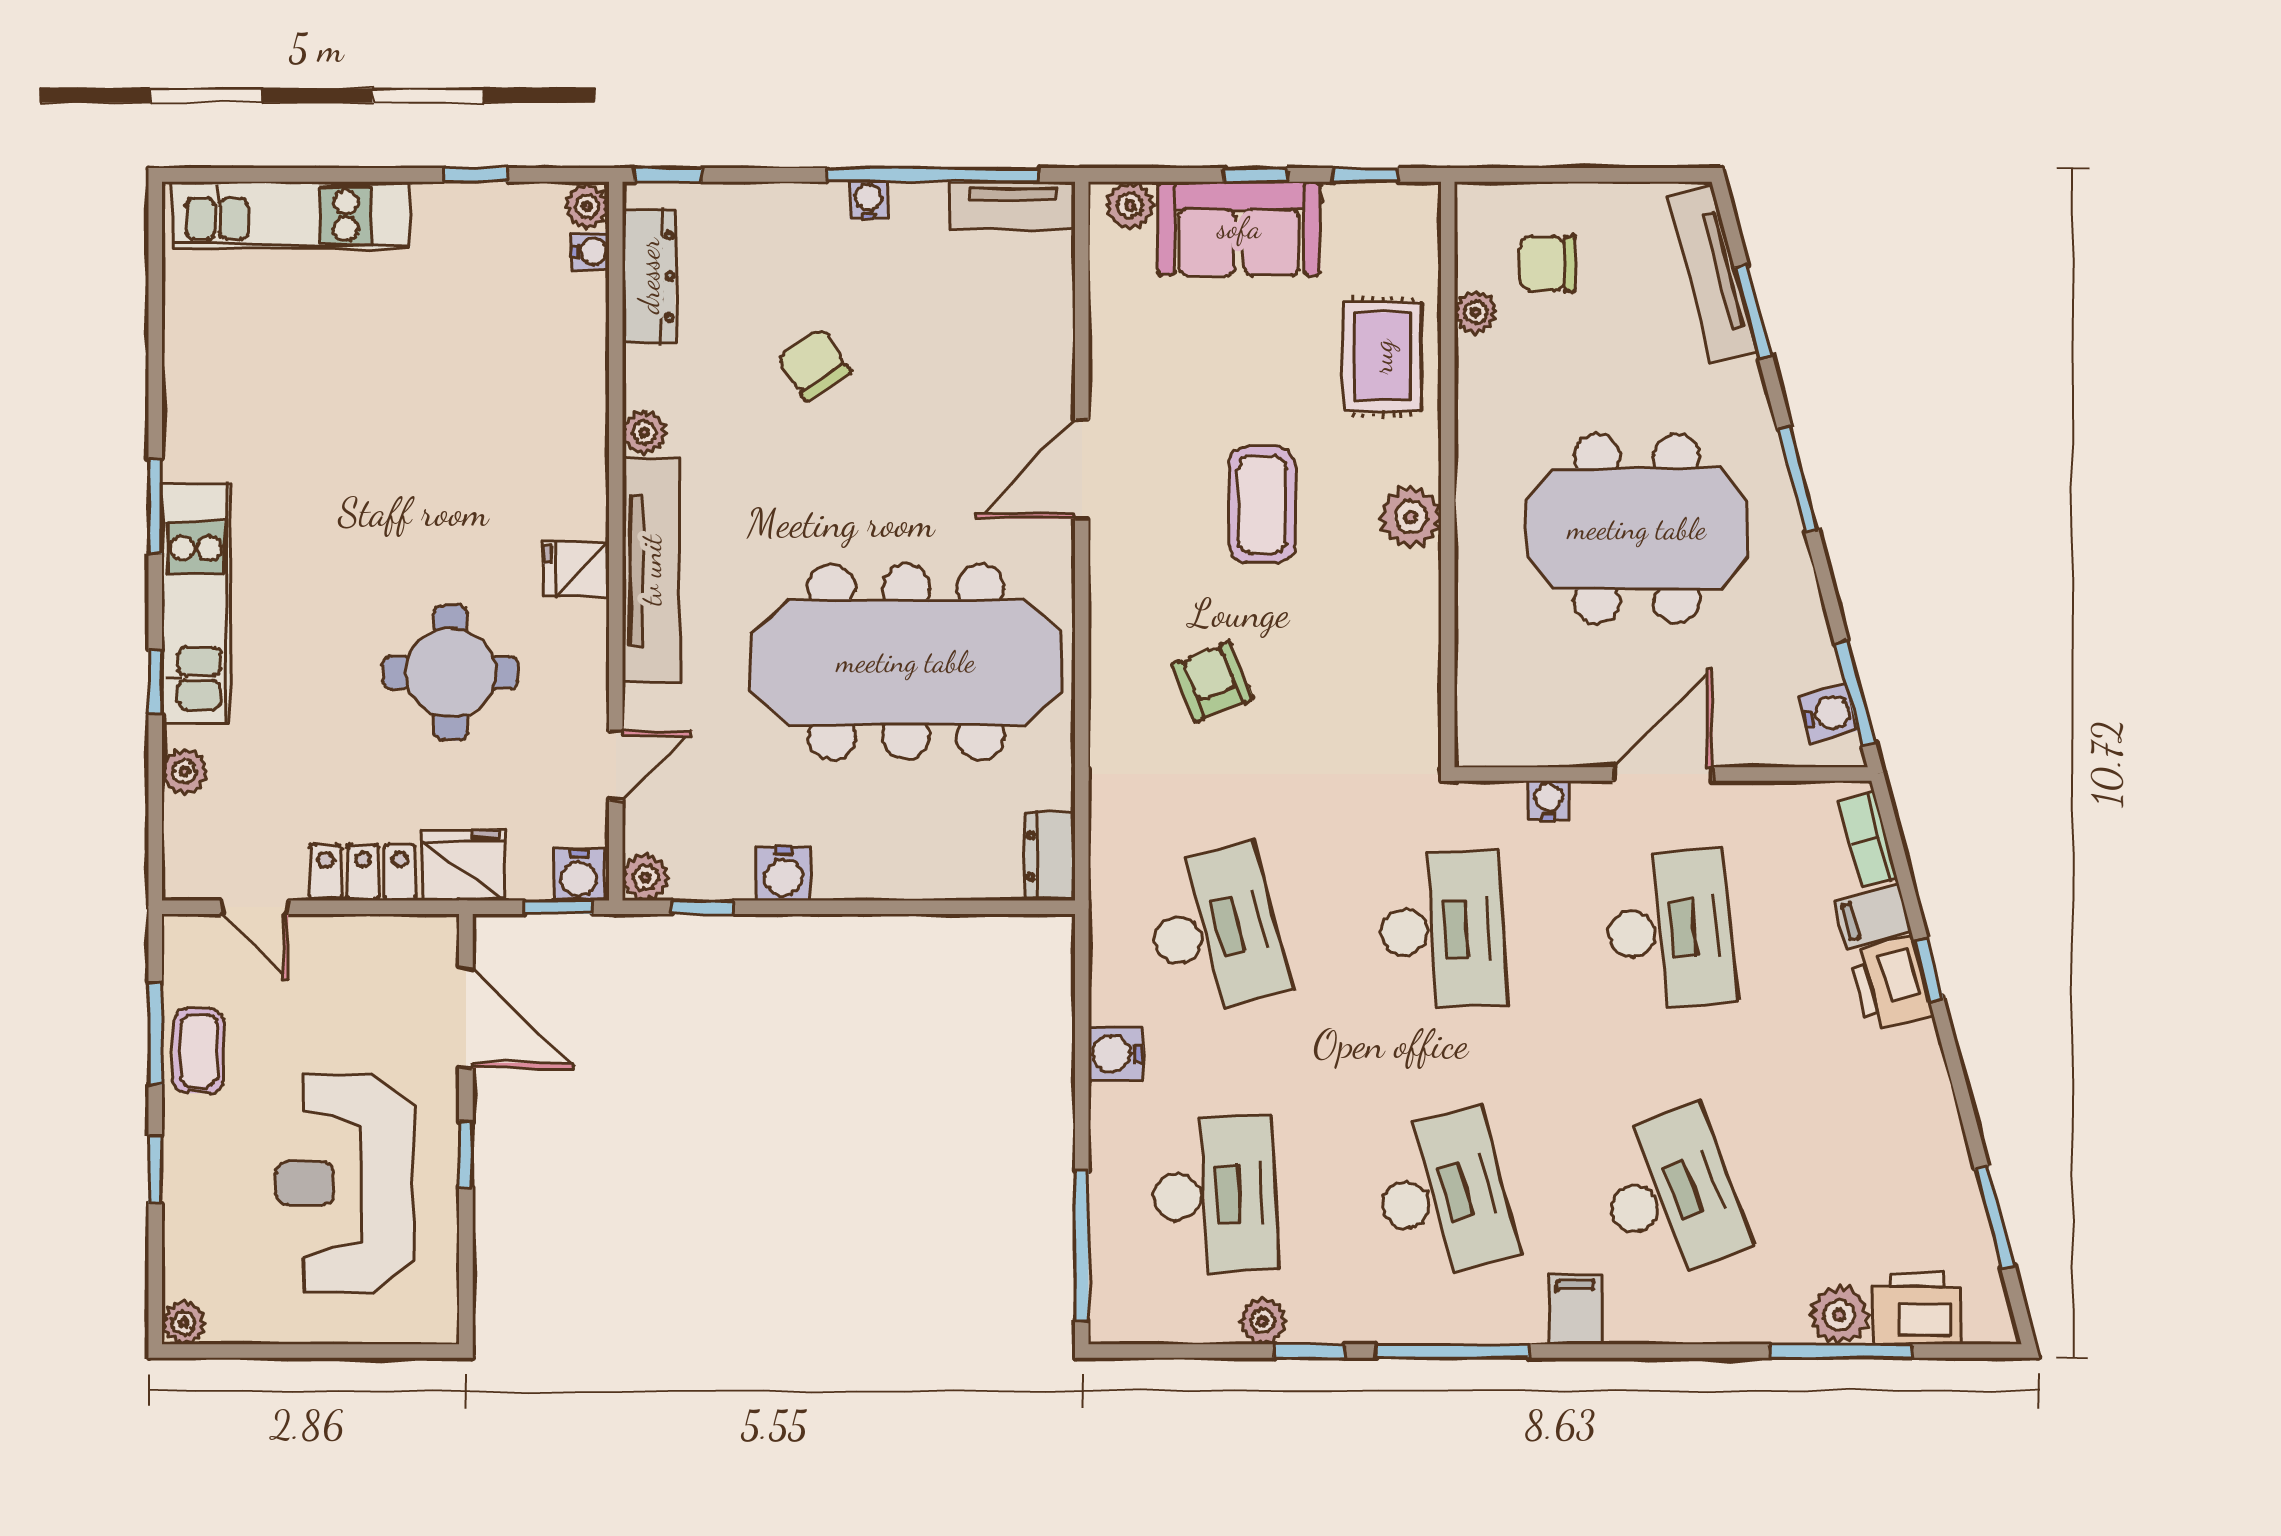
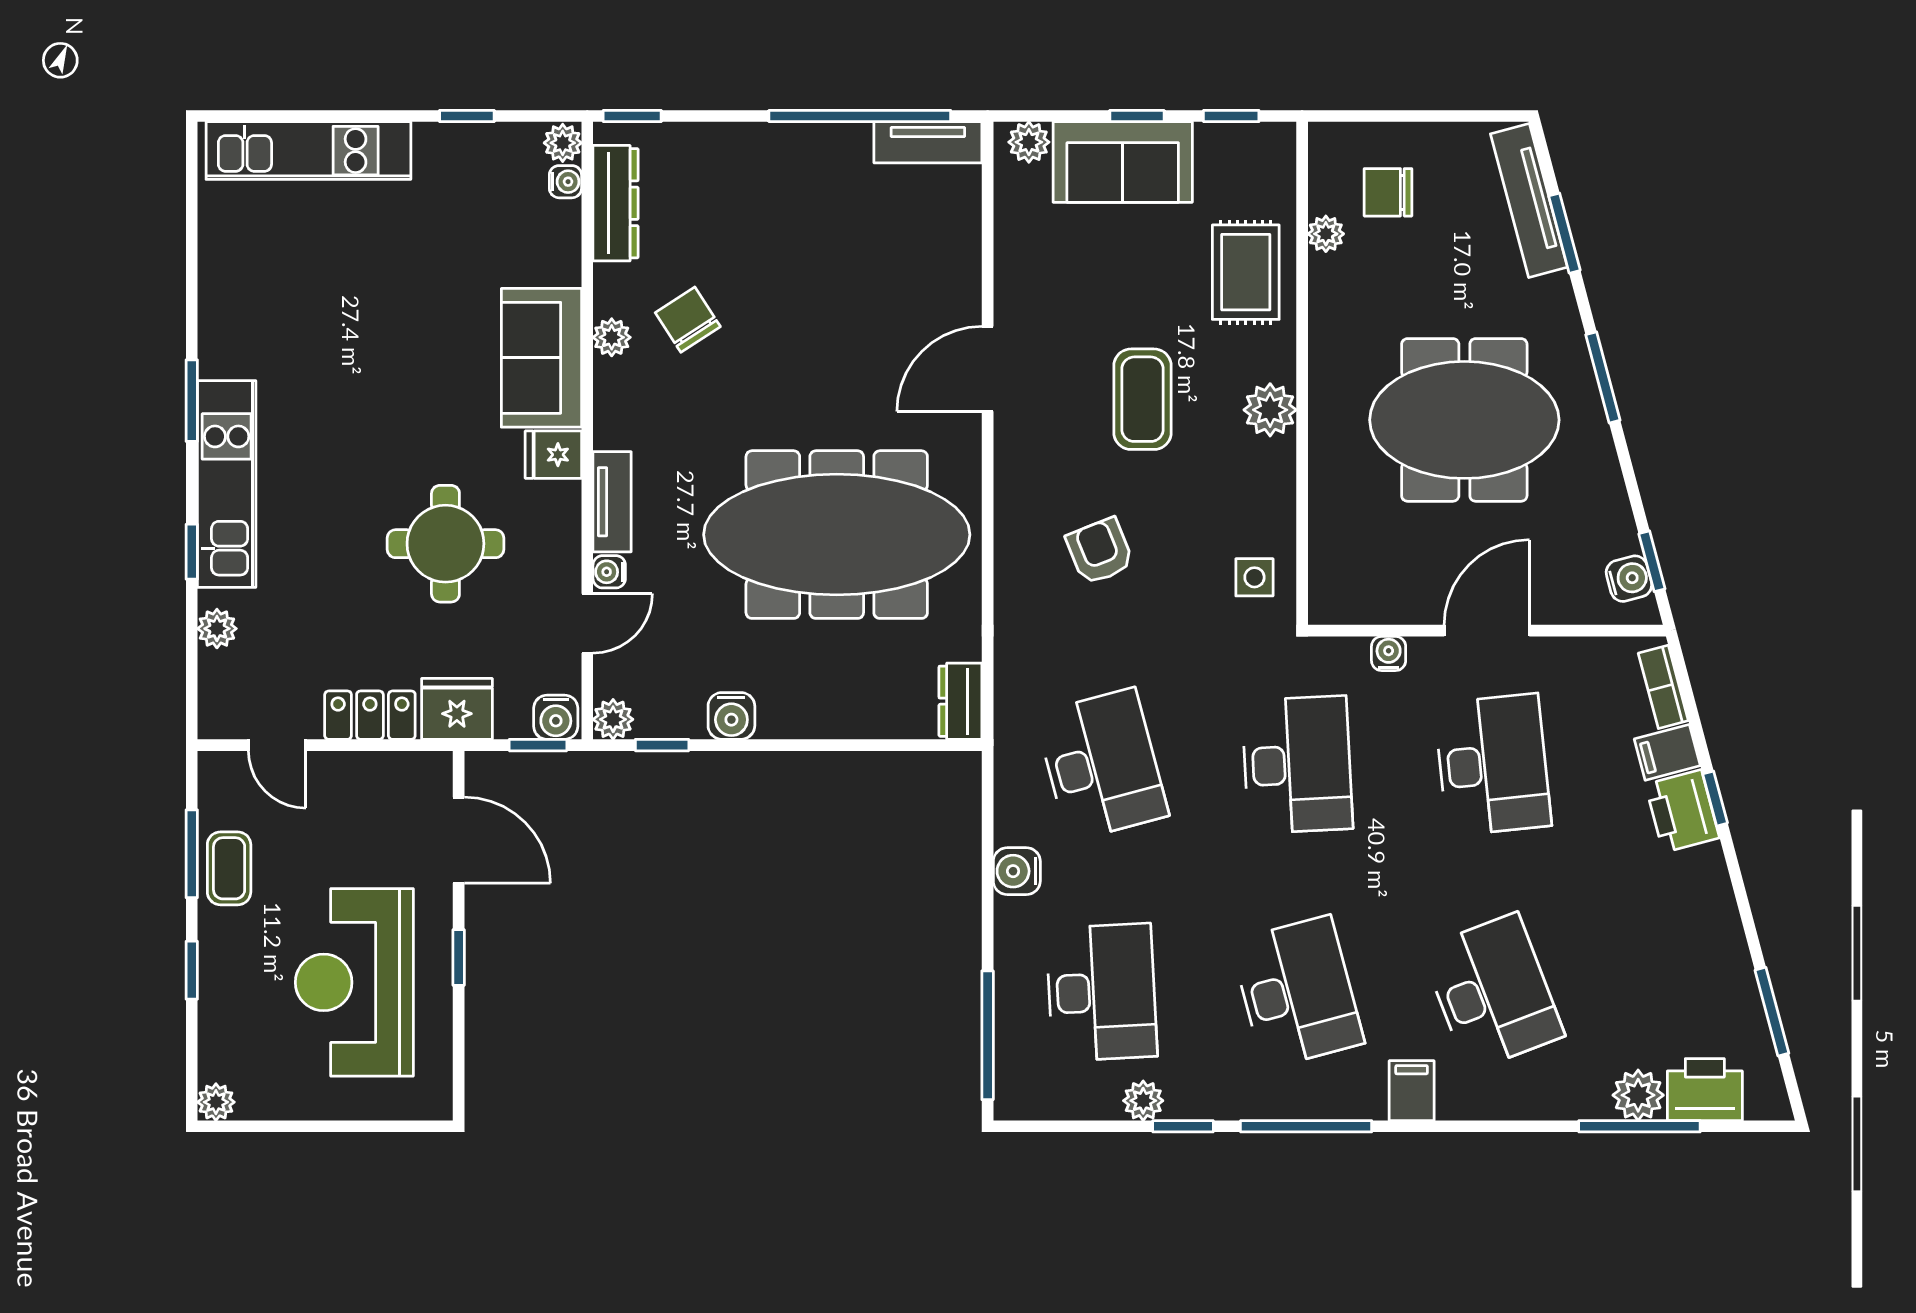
water cooler: (869, 200) -> (609, 572), moved, turned -90
chair: (814, 364) -> (688, 320), moved
sofa: (562, 456) -> (541, 358), added
tv unit: (651, 570) -> (612, 502), width x0.52, depth x0.78
window: (1855, 693) -> (1652, 561), width x0.67
side table: (1392, 712) -> (1254, 577), added

